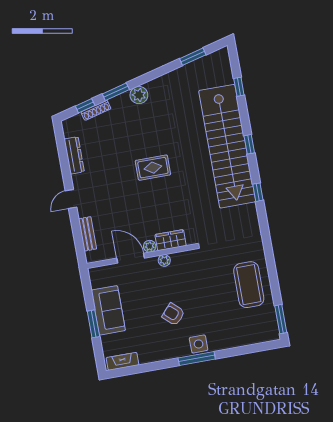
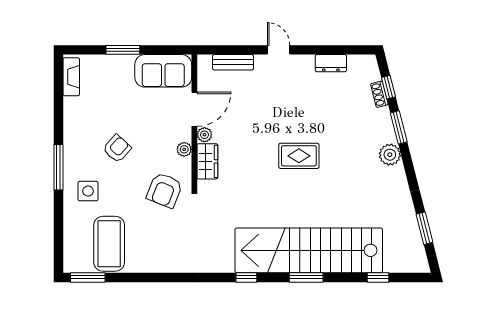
shoe rack: (96, 110) -> (379, 94), width x0.70
window: (249, 144) -> (306, 277), width x1.50
dresser: (74, 155) -> (331, 63), width x0.70
rug: (153, 168) -> (299, 156), turned 90
armchair: (200, 270) -> (164, 190), added
coffee table: (249, 285) -> (109, 244), moved, turned 90
sofa: (108, 310) -> (163, 71), moved
side table: (199, 344) -> (88, 191), moved

